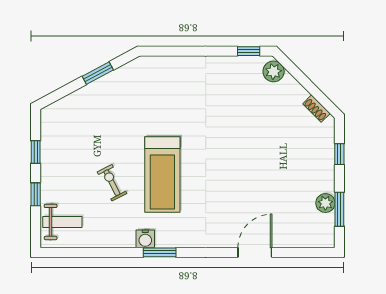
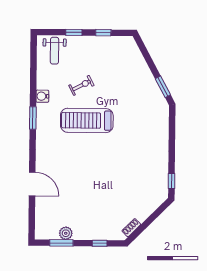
plant: (274, 71) -> (157, 198), removed
window: (98, 73) -> (163, 87), moved
water cooler: (145, 239) -> (42, 96), moved

